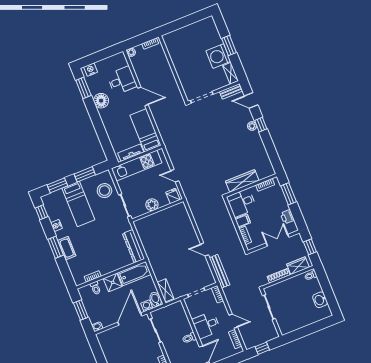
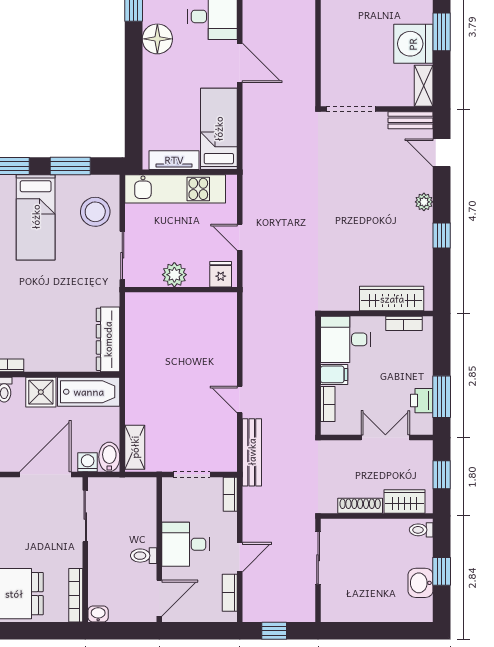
window: (261, 125) -> (442, 236), moved
wardrobe: (242, 181) -> (392, 299), moved
window: (289, 194) -> (442, 397), moved
window: (328, 291) -> (442, 571), added
door: (233, 321) -> (240, 557), hinge flipped

